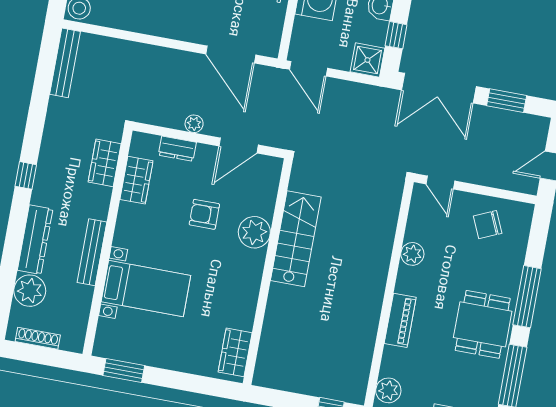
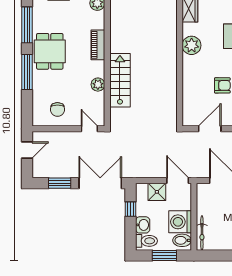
shower: (367, 60) -> (157, 192), moved
chair: (488, 225) -> (57, 109), turned 114
plant: (254, 232) -> (192, 45), moved
stairs: (296, 239) -> (120, 80), moved, turned 180

